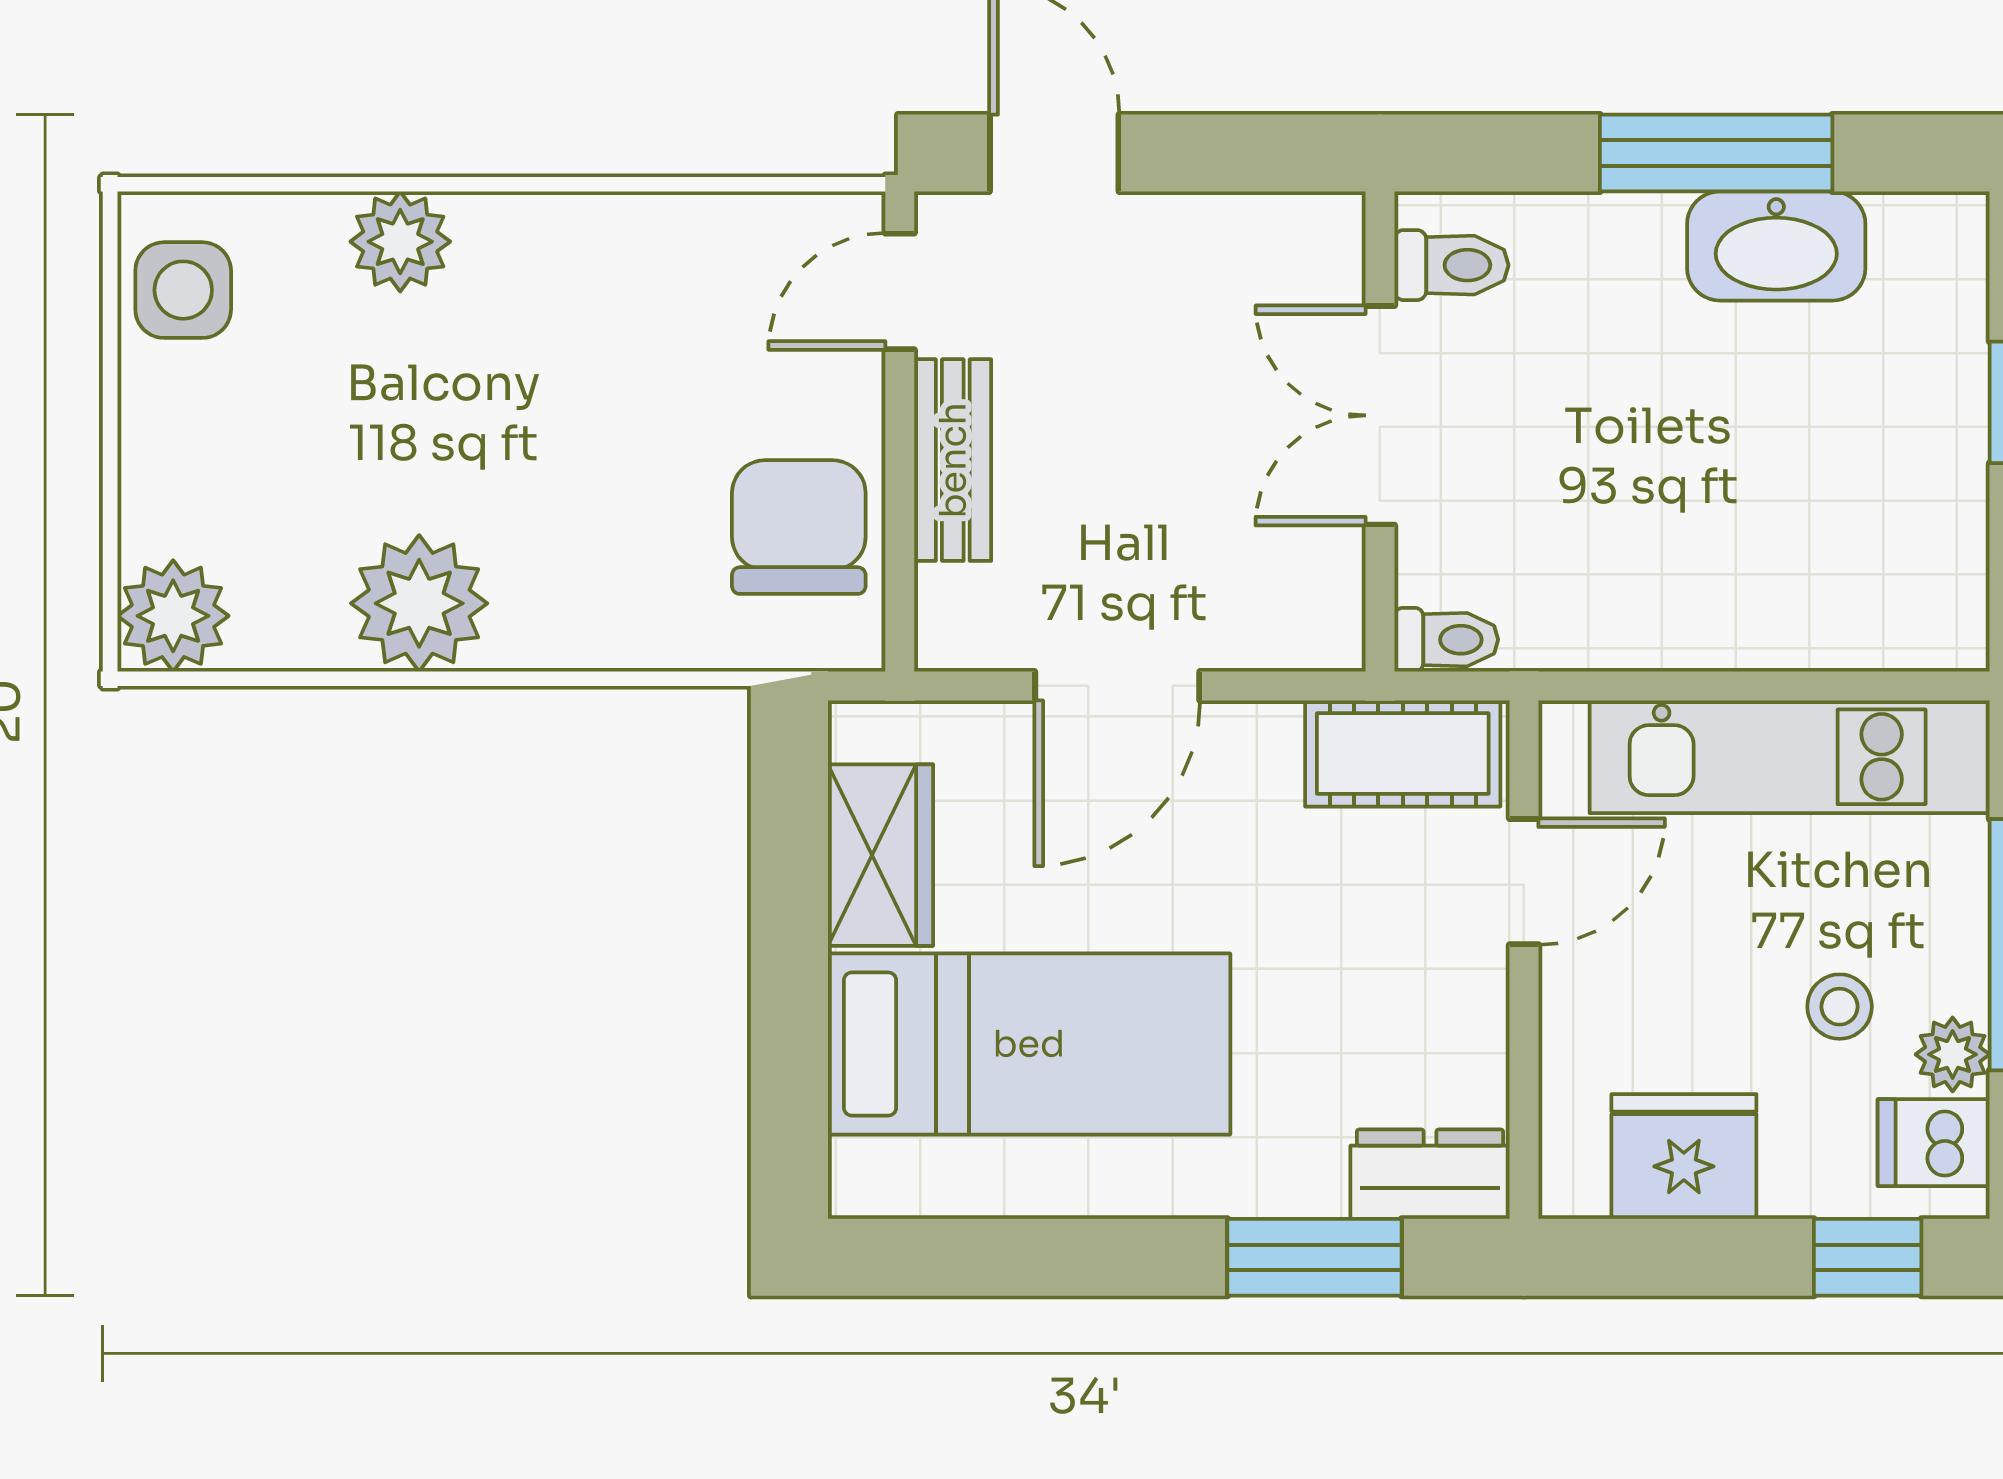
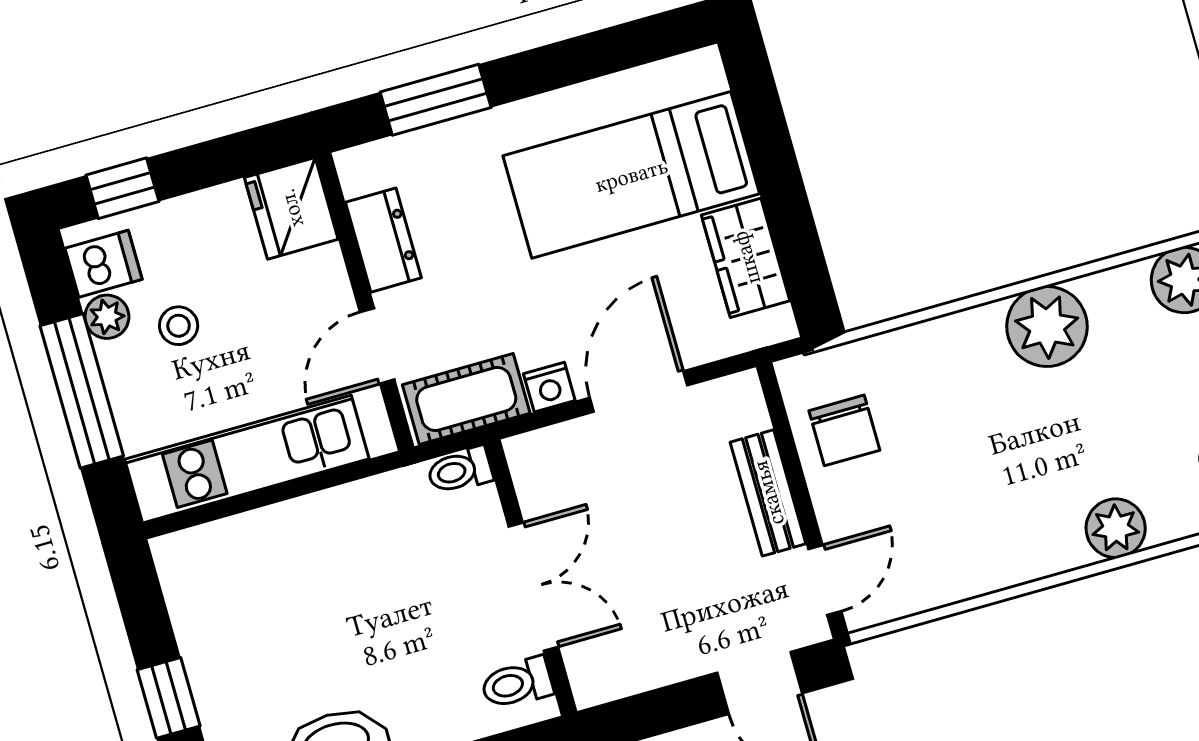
chair: (799, 527) -> (844, 430), width x0.73, depth x0.73
nightstand: (1261, 734) -> (549, 387), added
fridge: (1684, 1156) -> (291, 208), moved, turned 90
dresser: (1430, 1174) -> (383, 240), moved, turned -90

